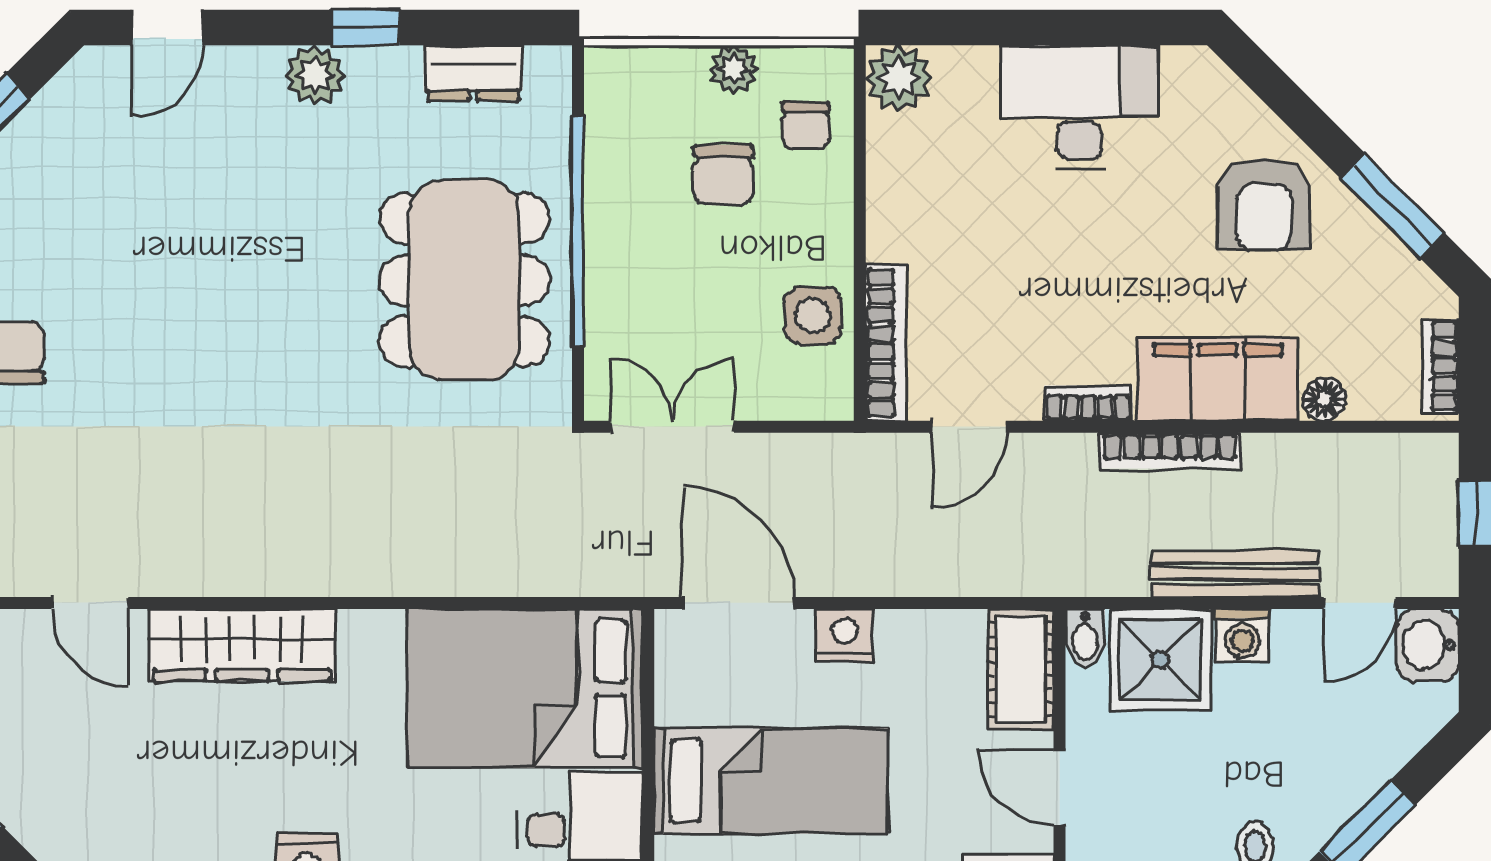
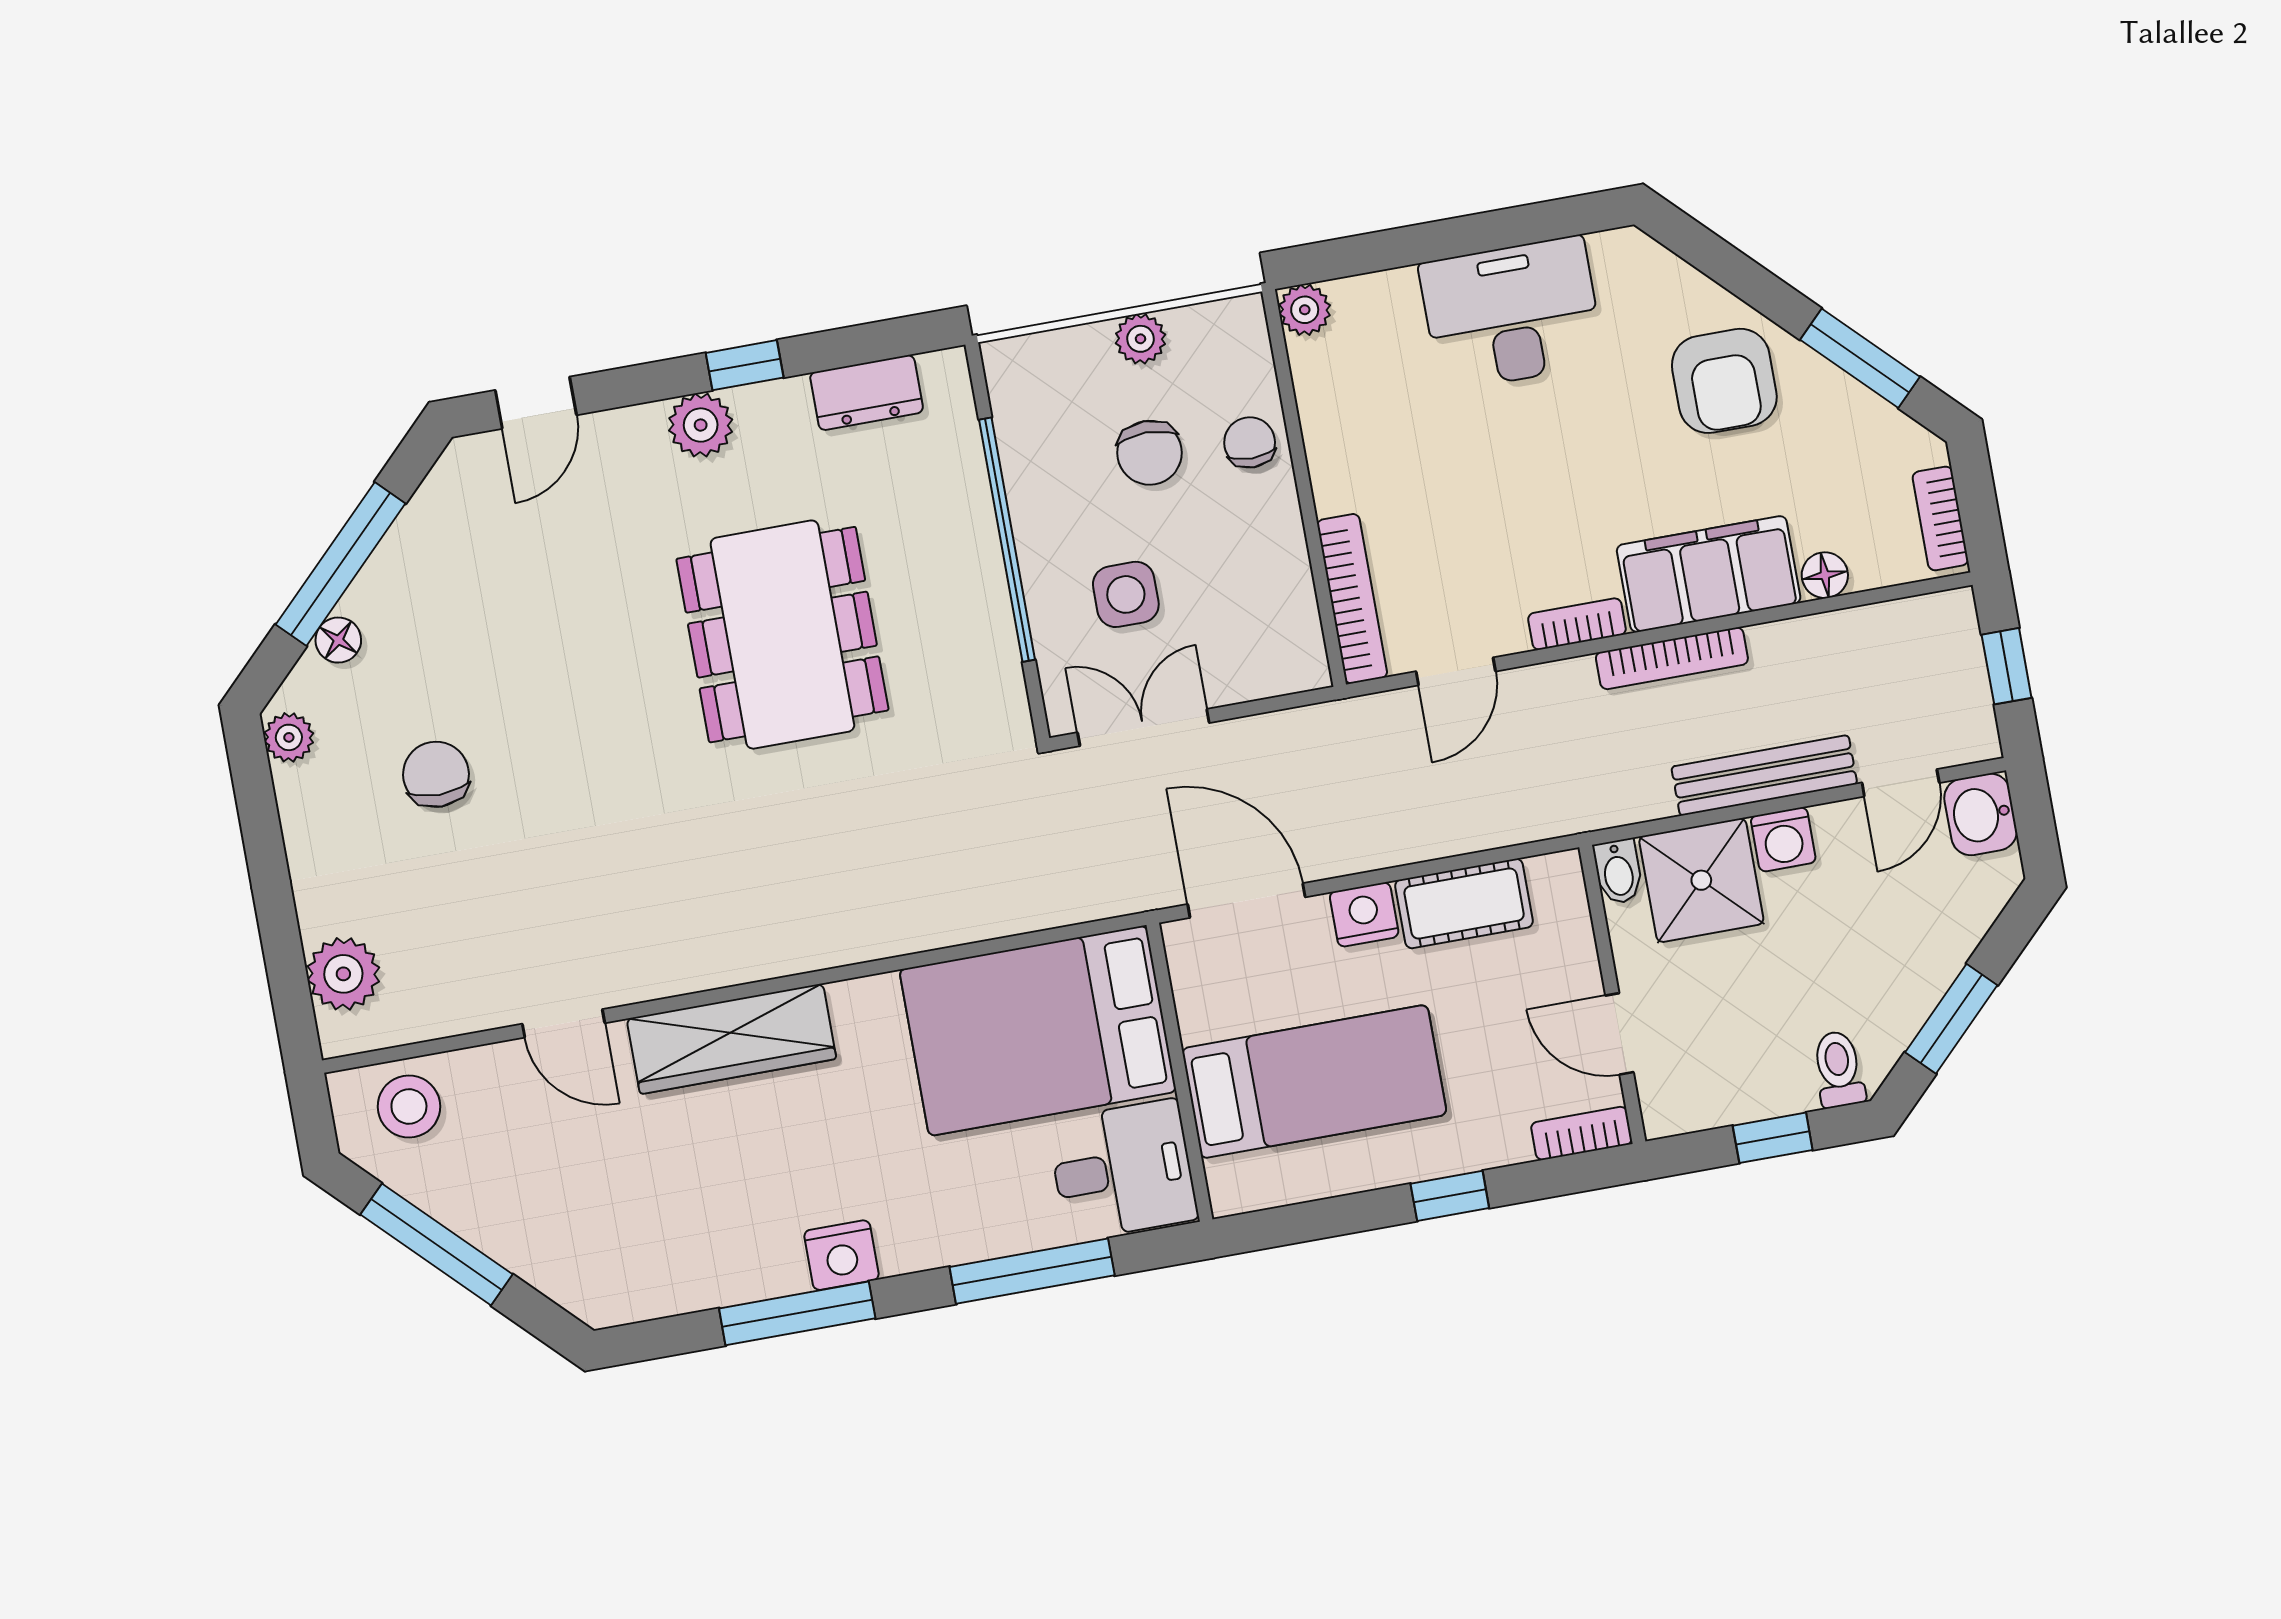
plant: (899, 78) -> (1305, 310), width x0.73, depth x0.73
chair: (806, 125) -> (1250, 442), moved, turned 180
dining table: (464, 280) -> (782, 635), moved
side table: (813, 315) -> (1126, 594), moved
cot: (1021, 669) -> (1464, 903), moved, turned 90

